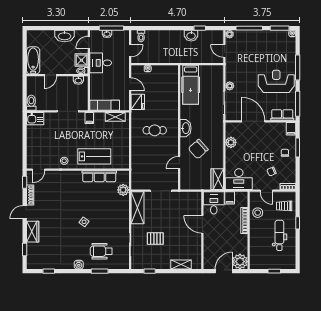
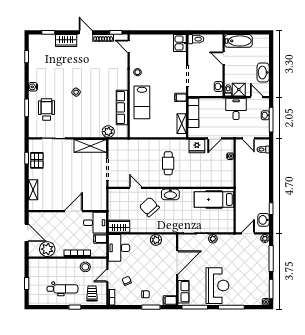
washbasin: (191, 36) -> (263, 220), moved
pallet: (155, 239) -> (37, 160), moved
plant: (240, 262) -> (47, 249), moved

